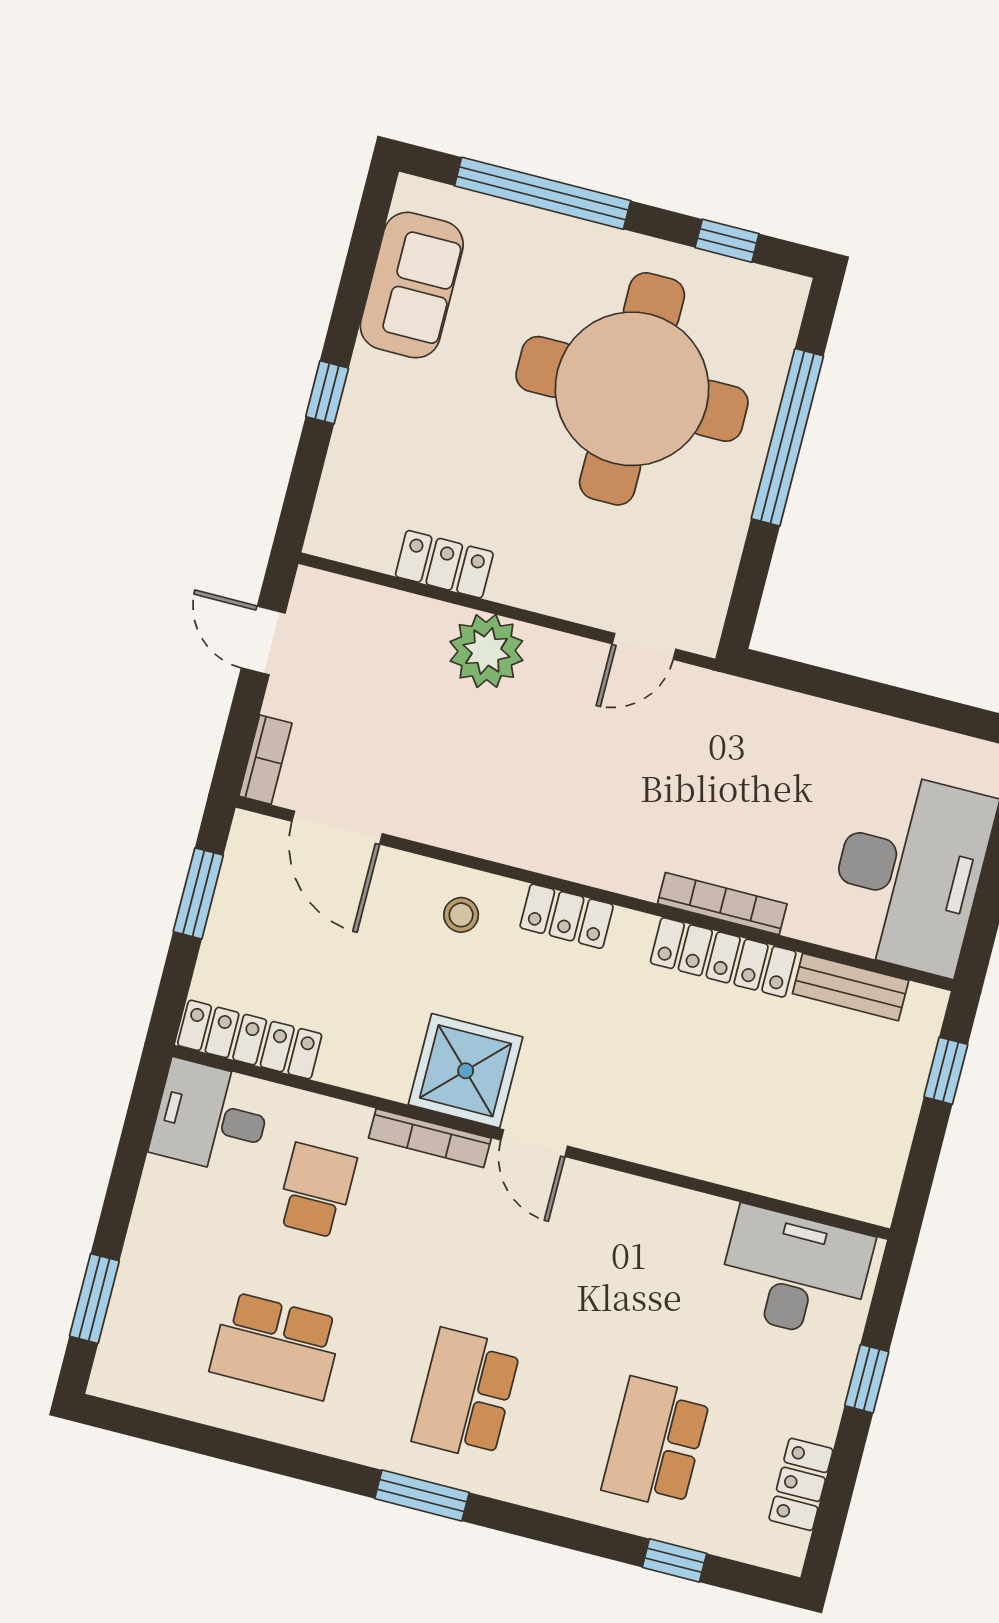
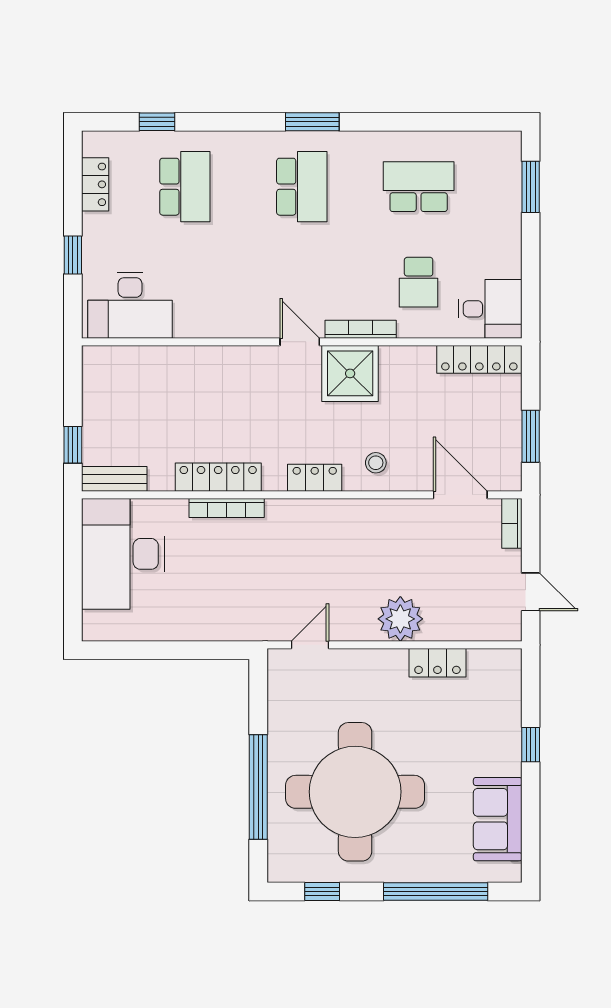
bench: (851, 987) -> (114, 479), moved

